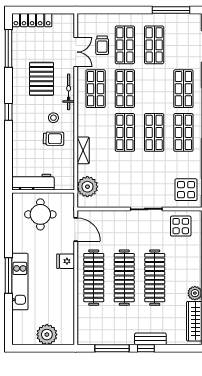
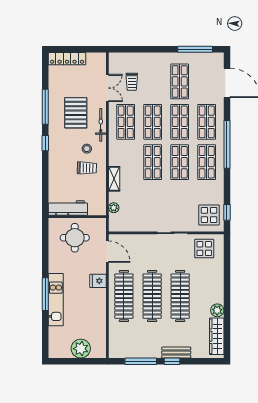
shop shelf: (125, 45) -> (180, 122), moved
window: (8, 48) -> (45, 107), moved
plant: (87, 187) -> (114, 208), width x0.53, depth x0.53

